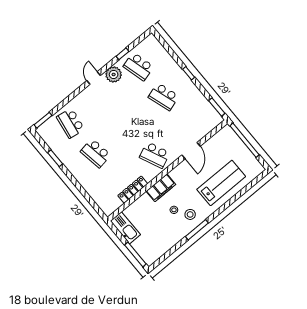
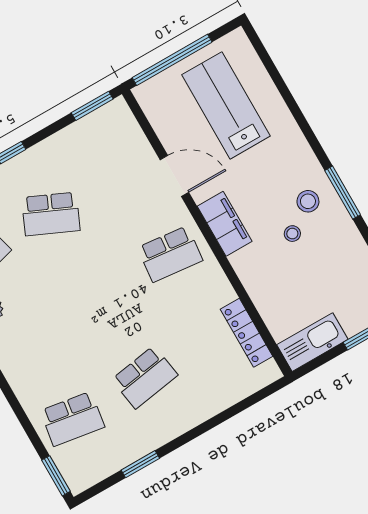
school desk: (164, 97) -> (51, 214), turned 42
school desk: (155, 155) -> (170, 254), turned 30
lab bench: (221, 183) -> (226, 105), moved
filing cabinet: (161, 188) -> (225, 224), moved
locker: (133, 190) -> (246, 333), moved

